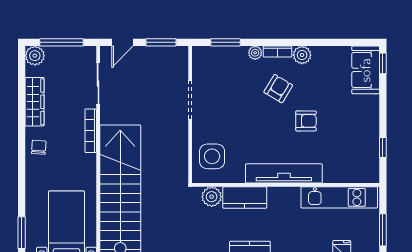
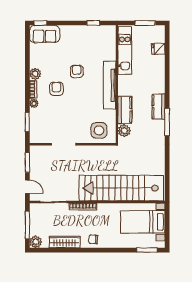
armchair: (278, 89) -> (56, 89), turned 59

